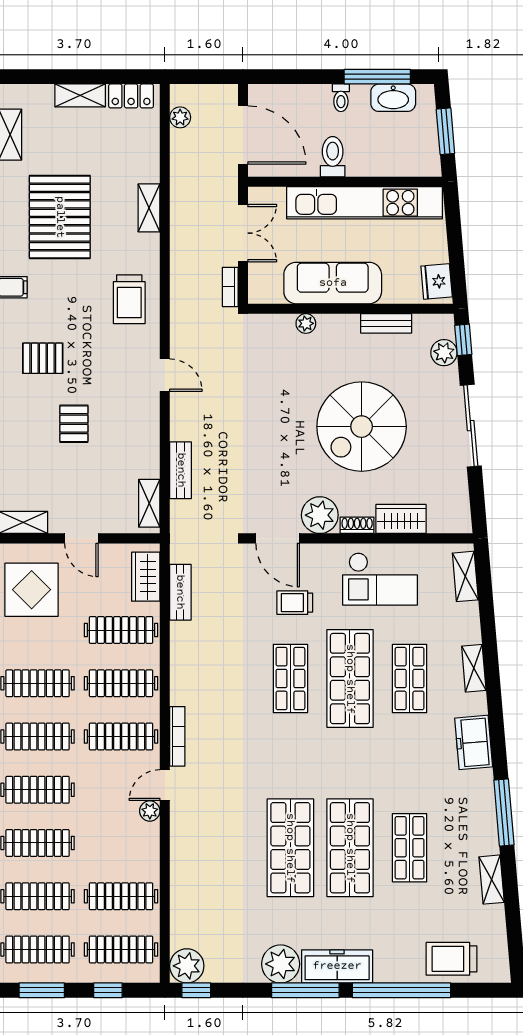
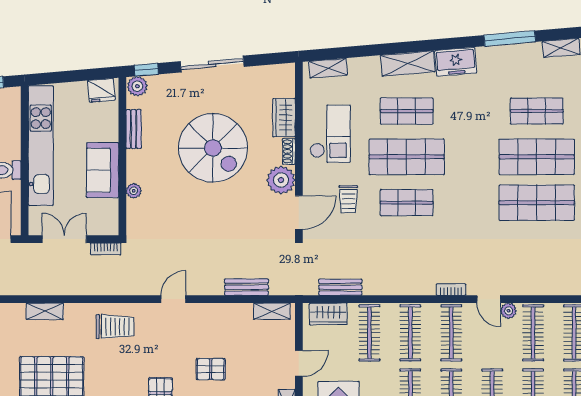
sofa: (333, 283) -> (103, 170), width x0.73
plant: (444, 353) -> (137, 86), moved
shelving: (474, 668) -> (408, 64), width x1.50, depth x1.33
bookcase: (177, 736) -> (451, 290), width x0.64
clothes rail: (121, 843) -> (533, 333), added

